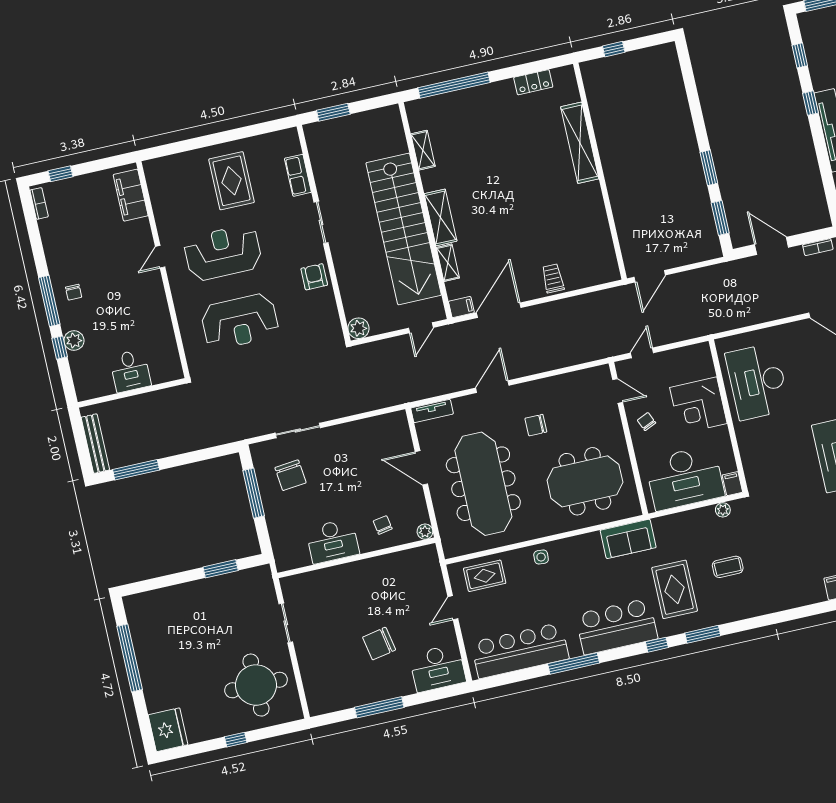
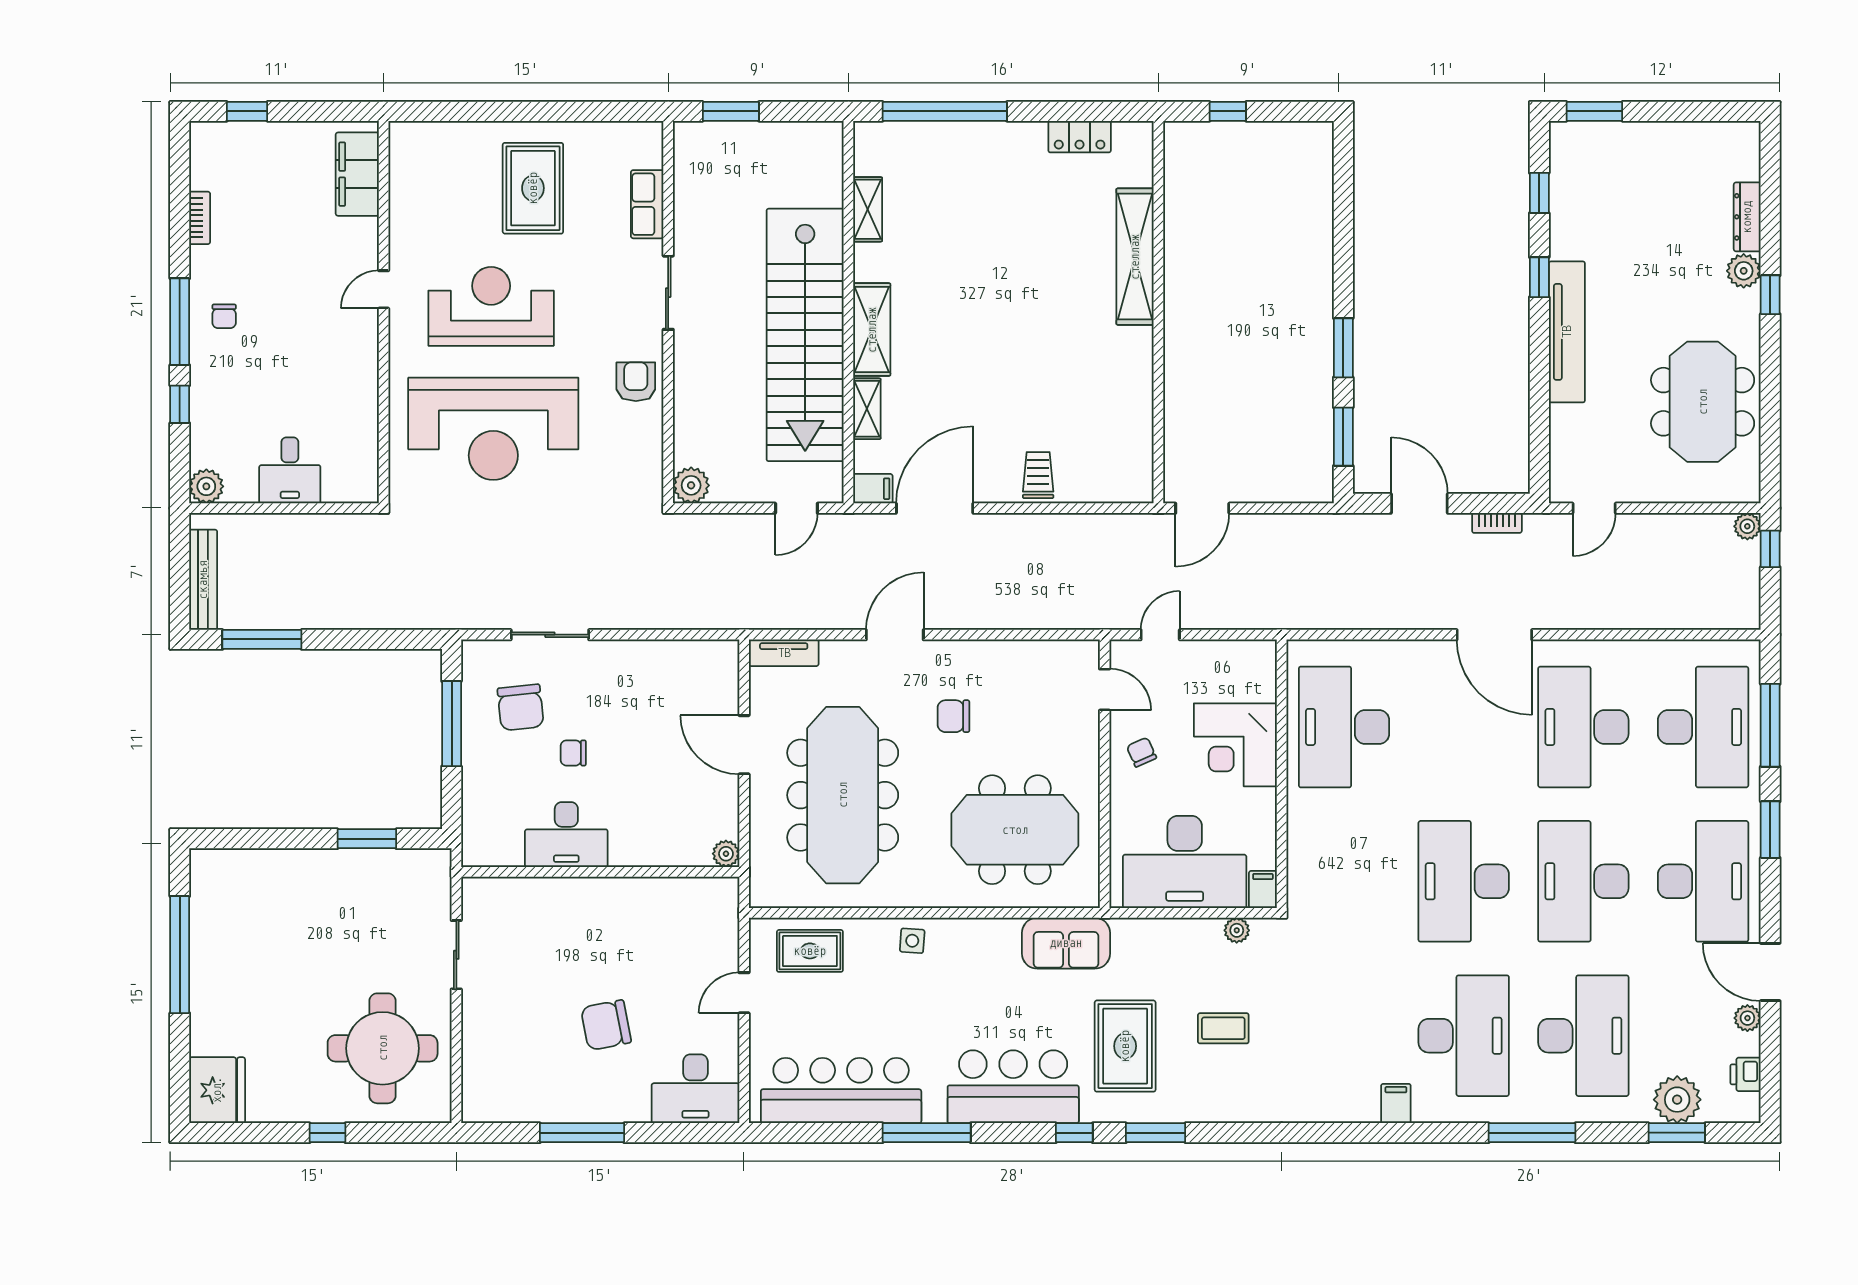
bookcase: (39, 203) -> (200, 218), moved
reception desk: (240, 322) -> (493, 429), width x1.36, depth x1.30
plant: (74, 341) -> (206, 486), moved
chair: (383, 525) -> (573, 753), moved, turned -80

